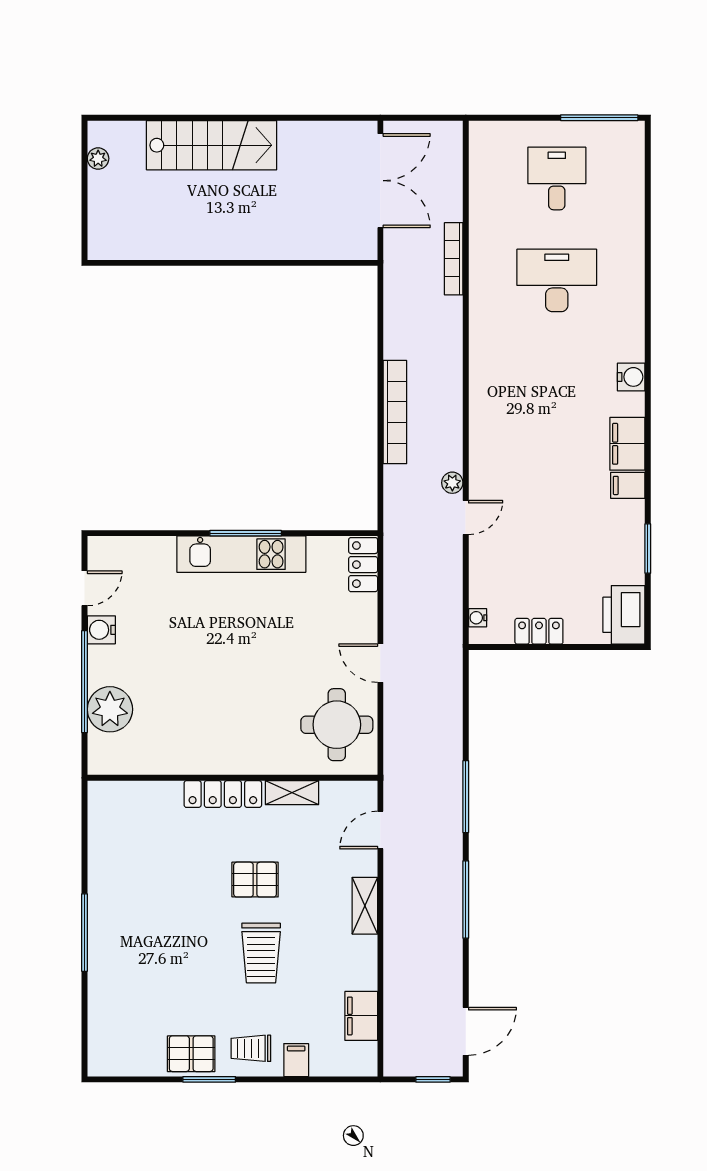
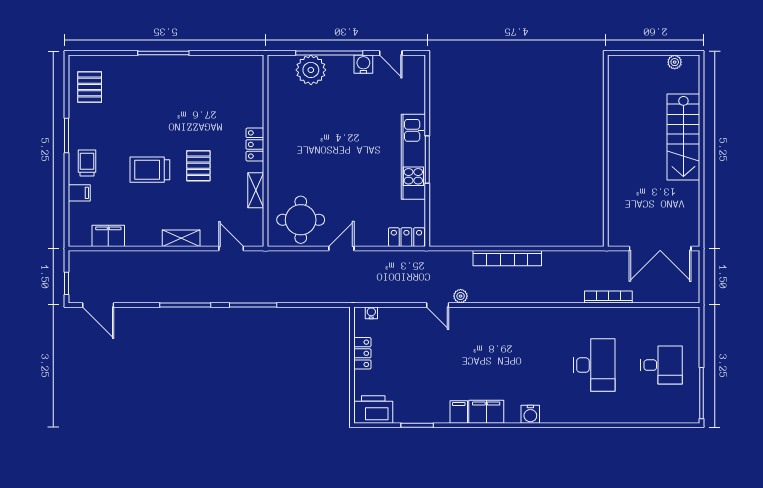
locker: (223, 794) -> (255, 144), width x0.66
pallet: (191, 1054) -> (90, 87), moved

